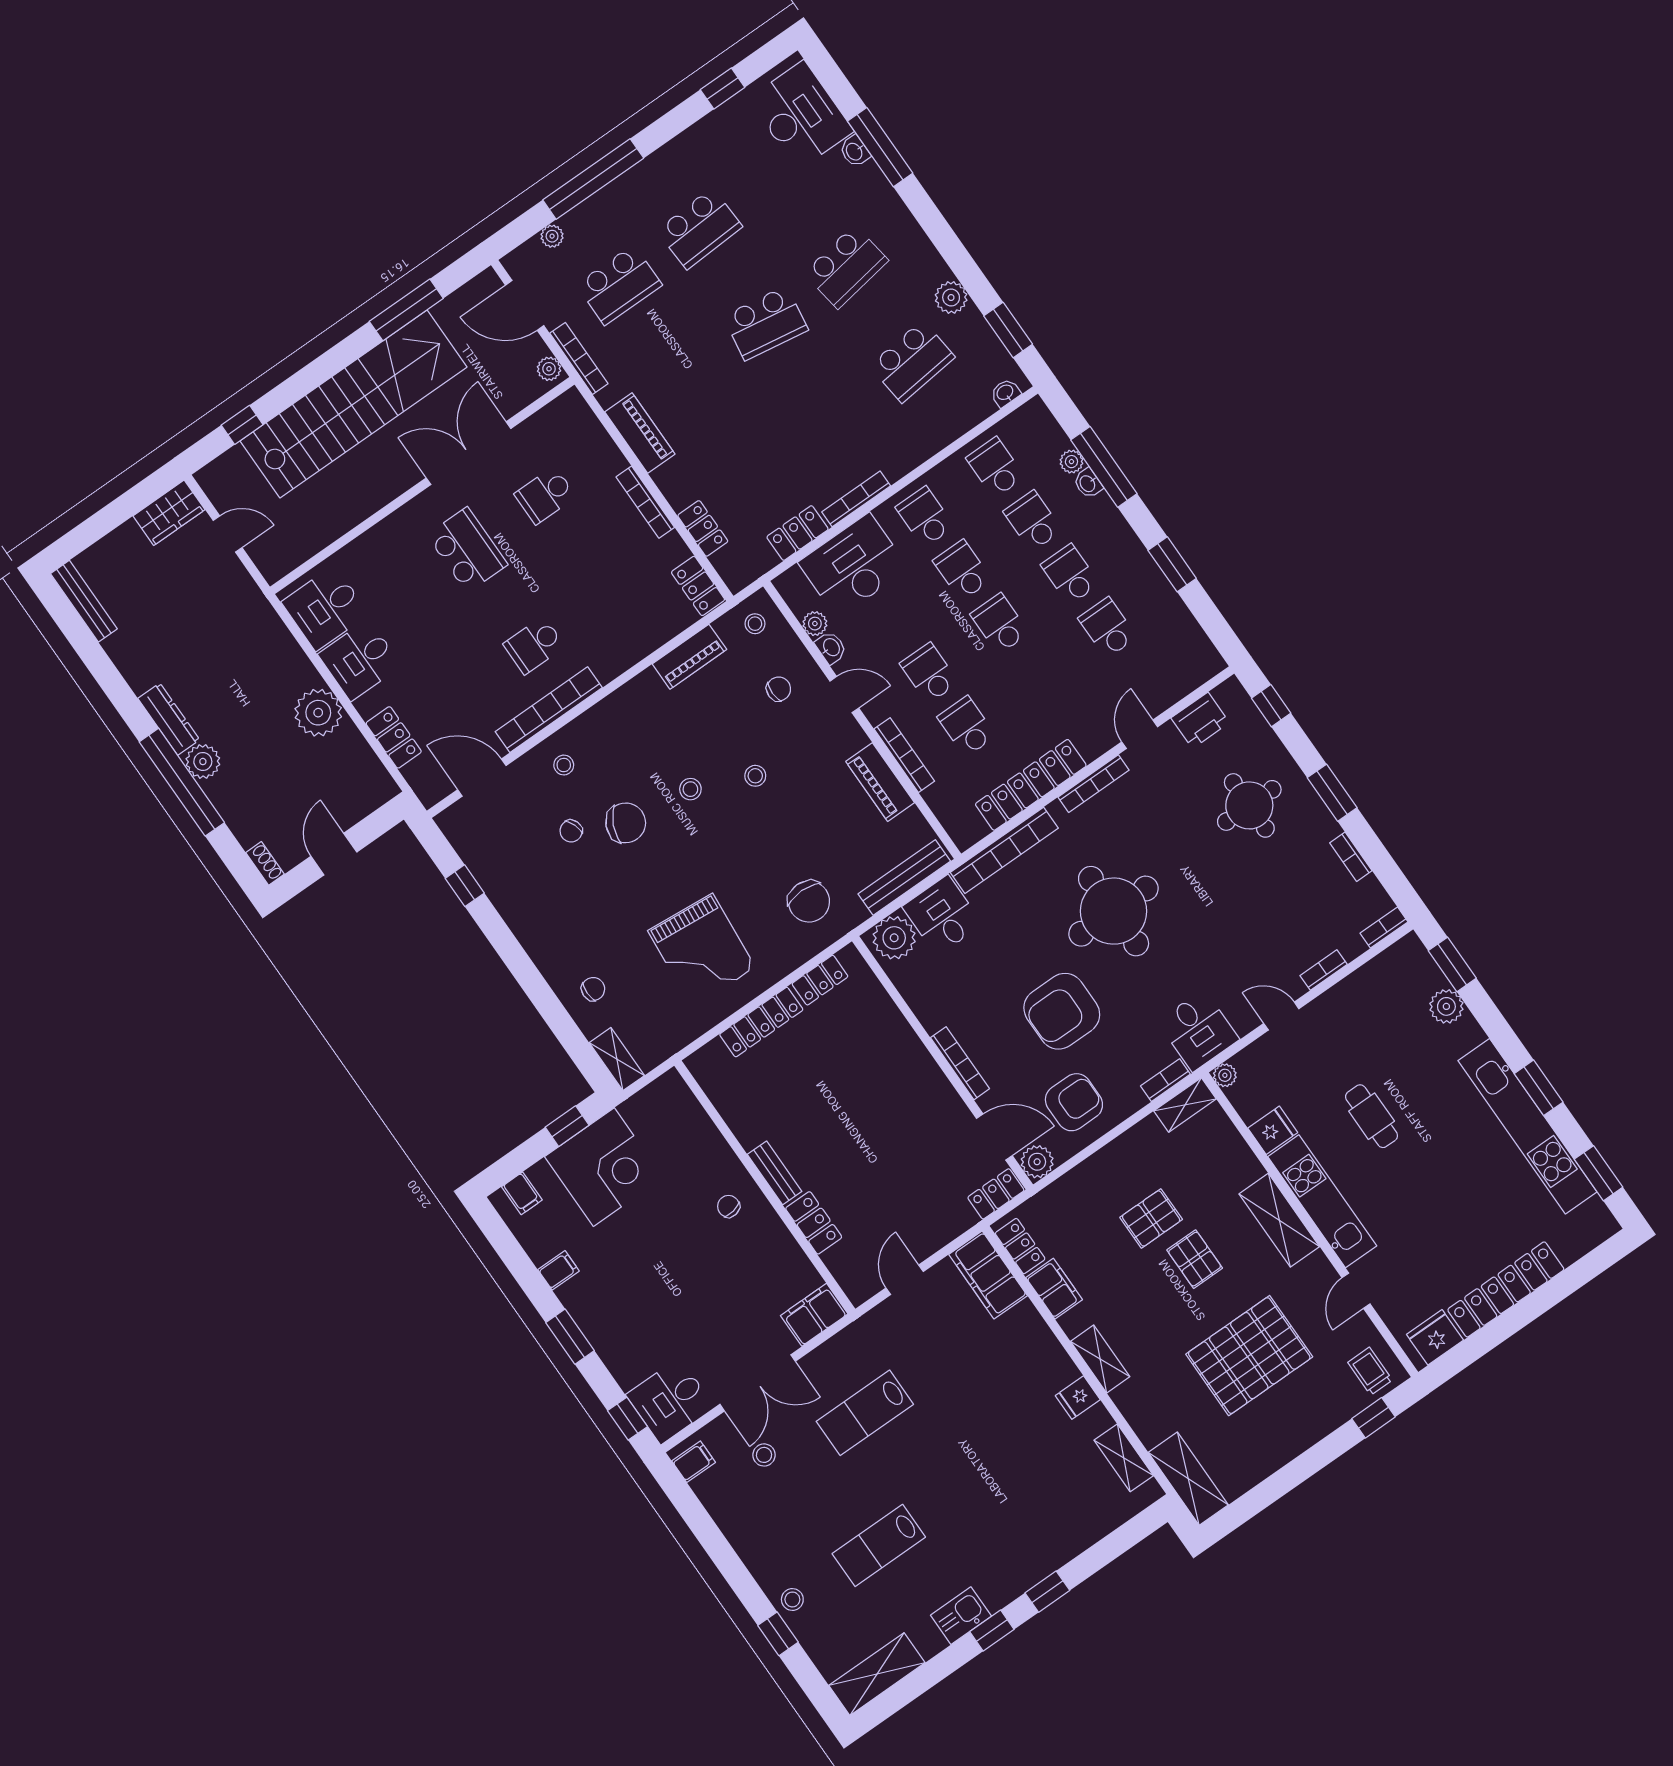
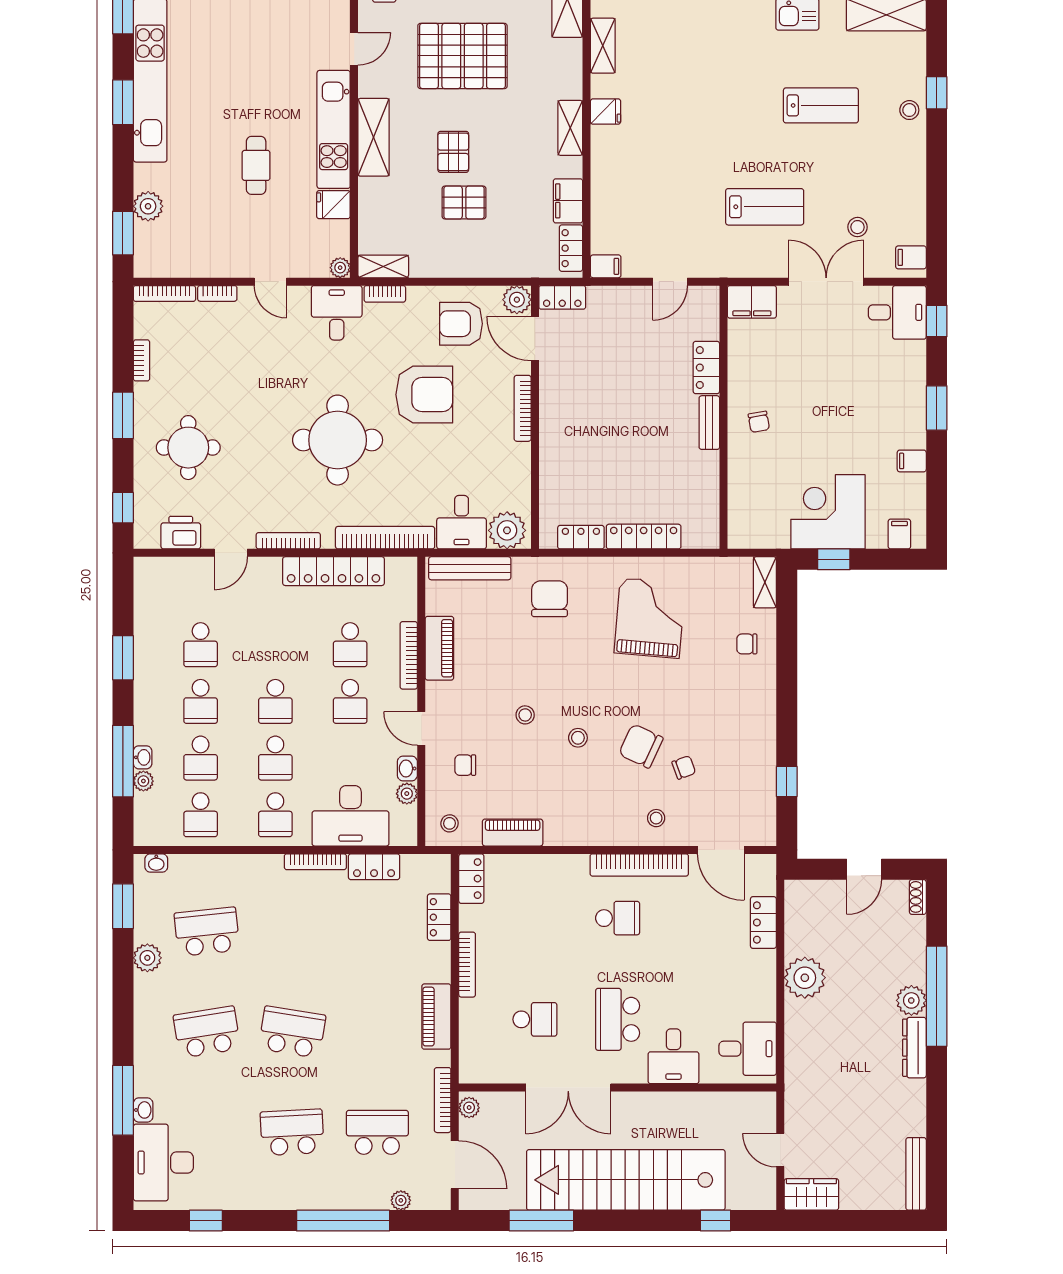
desk: (360, 660) -> (674, 1056), moved, turned 90
bookcase: (1384, 928) -> (164, 293), width x1.56
filing cabinet: (988, 1275) -> (606, 266), width x0.33, depth x0.86

